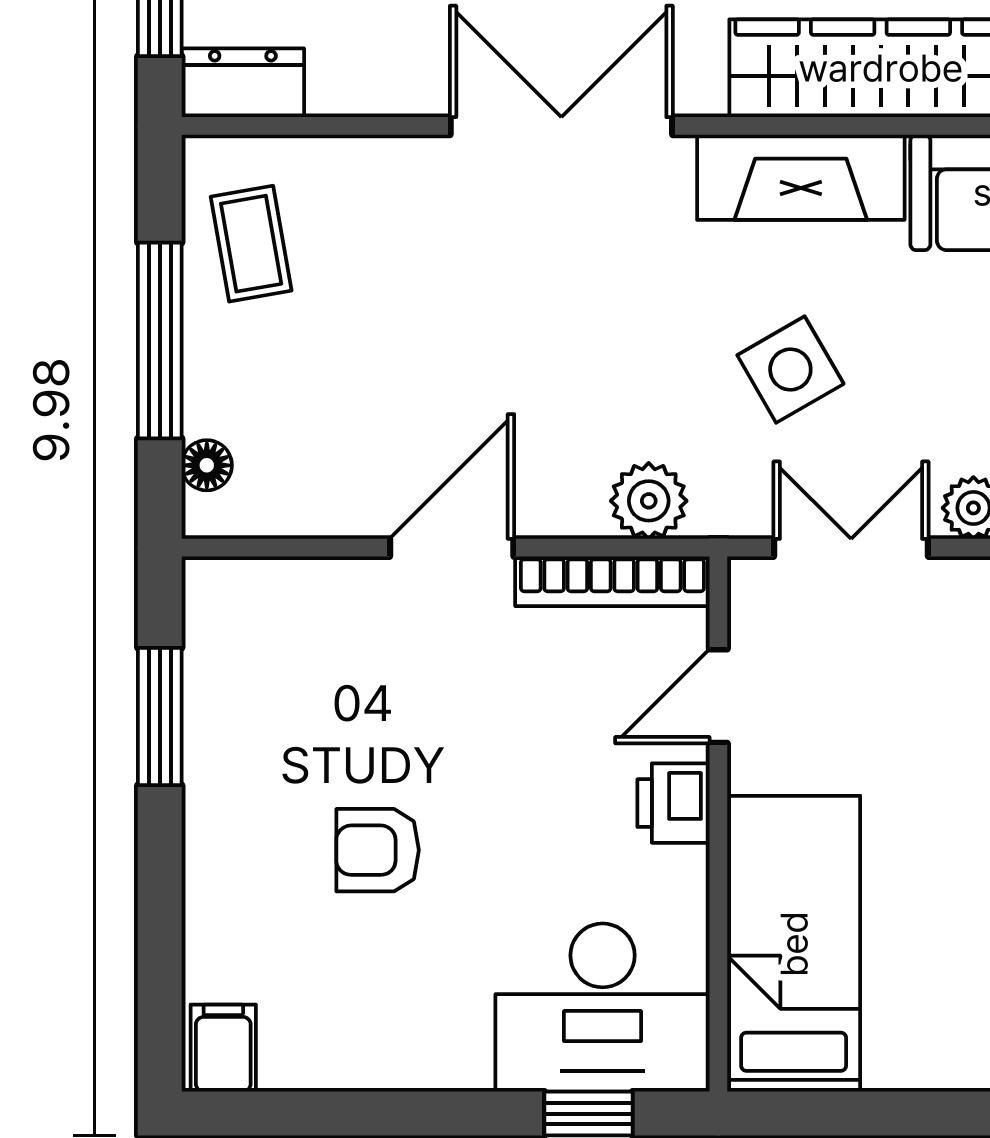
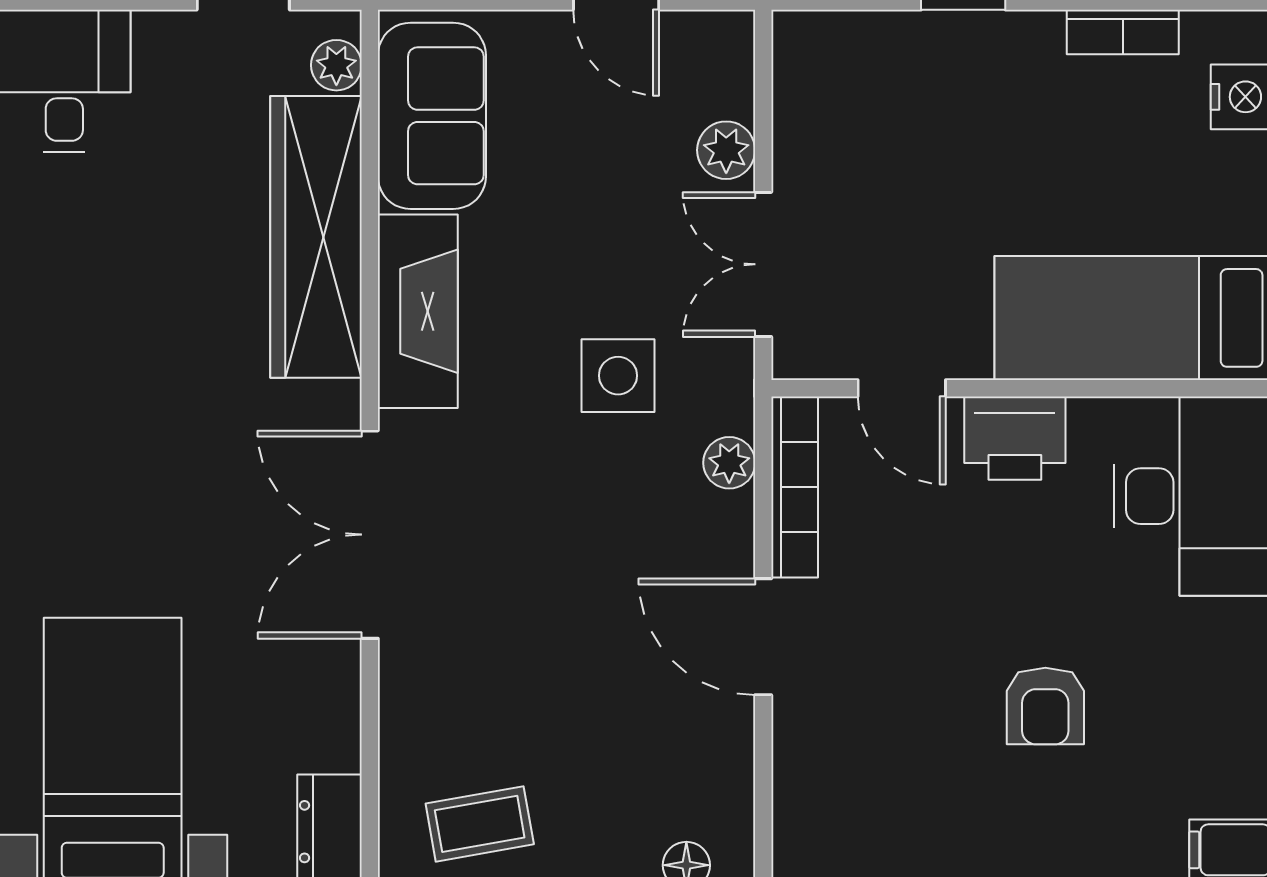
side table: (790, 370) -> (618, 376), moved, turned 30
plant: (649, 501) -> (729, 463), width x0.73, depth x0.73
printer: (673, 803) -> (1015, 438), width x1.36, depth x1.24

